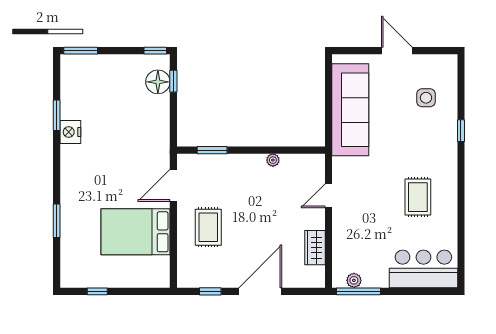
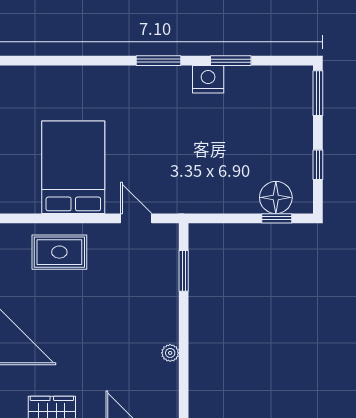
window: (155, 51) -> (318, 165), moved
door: (173, 185) -> (136, 218), width x0.73
window: (57, 221) -> (158, 61), moved
rug: (208, 227) -> (59, 252), moved

